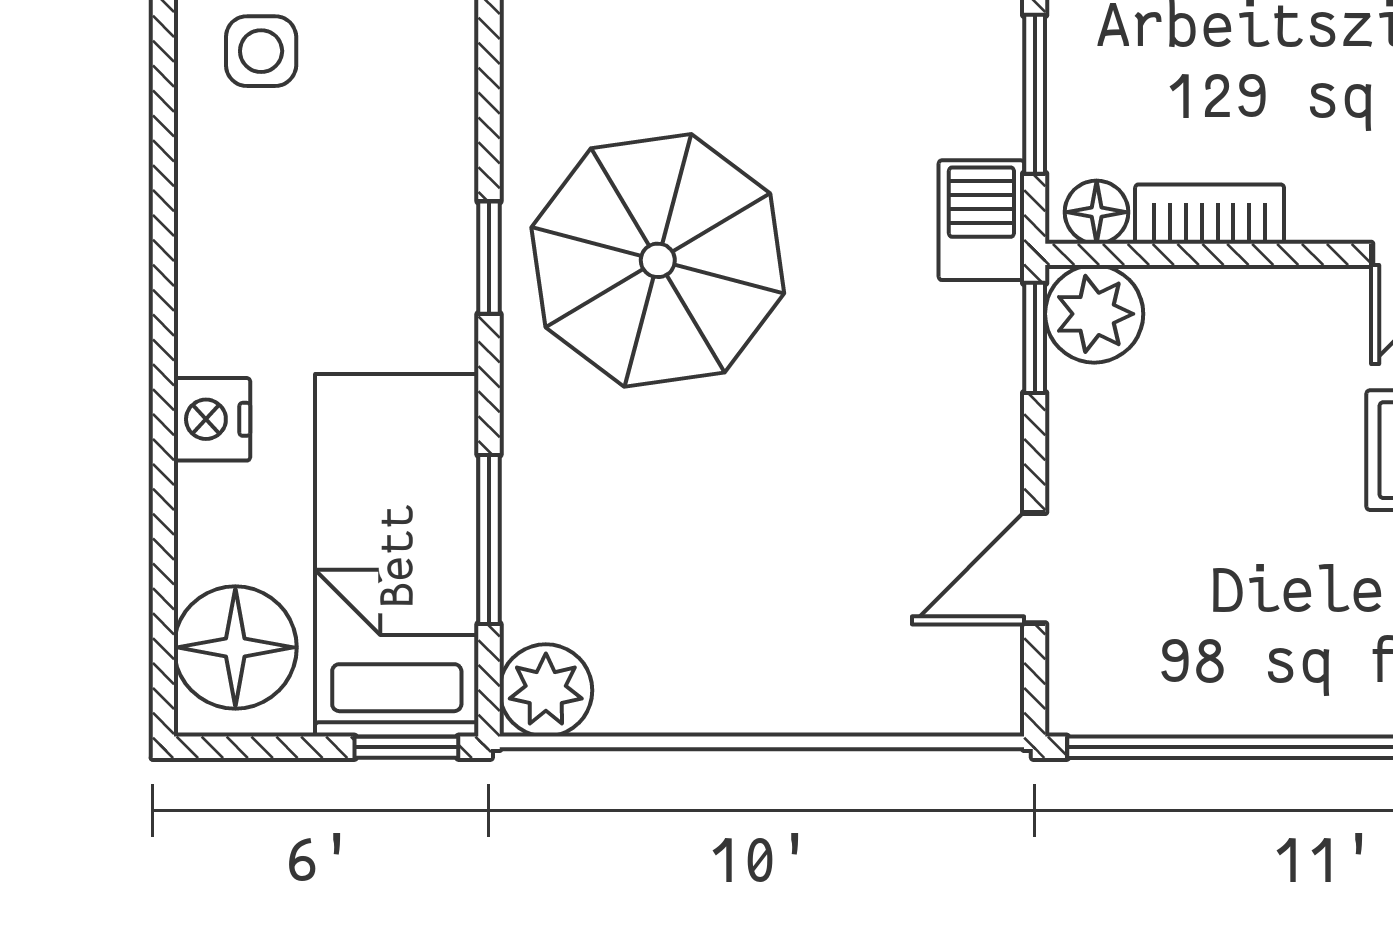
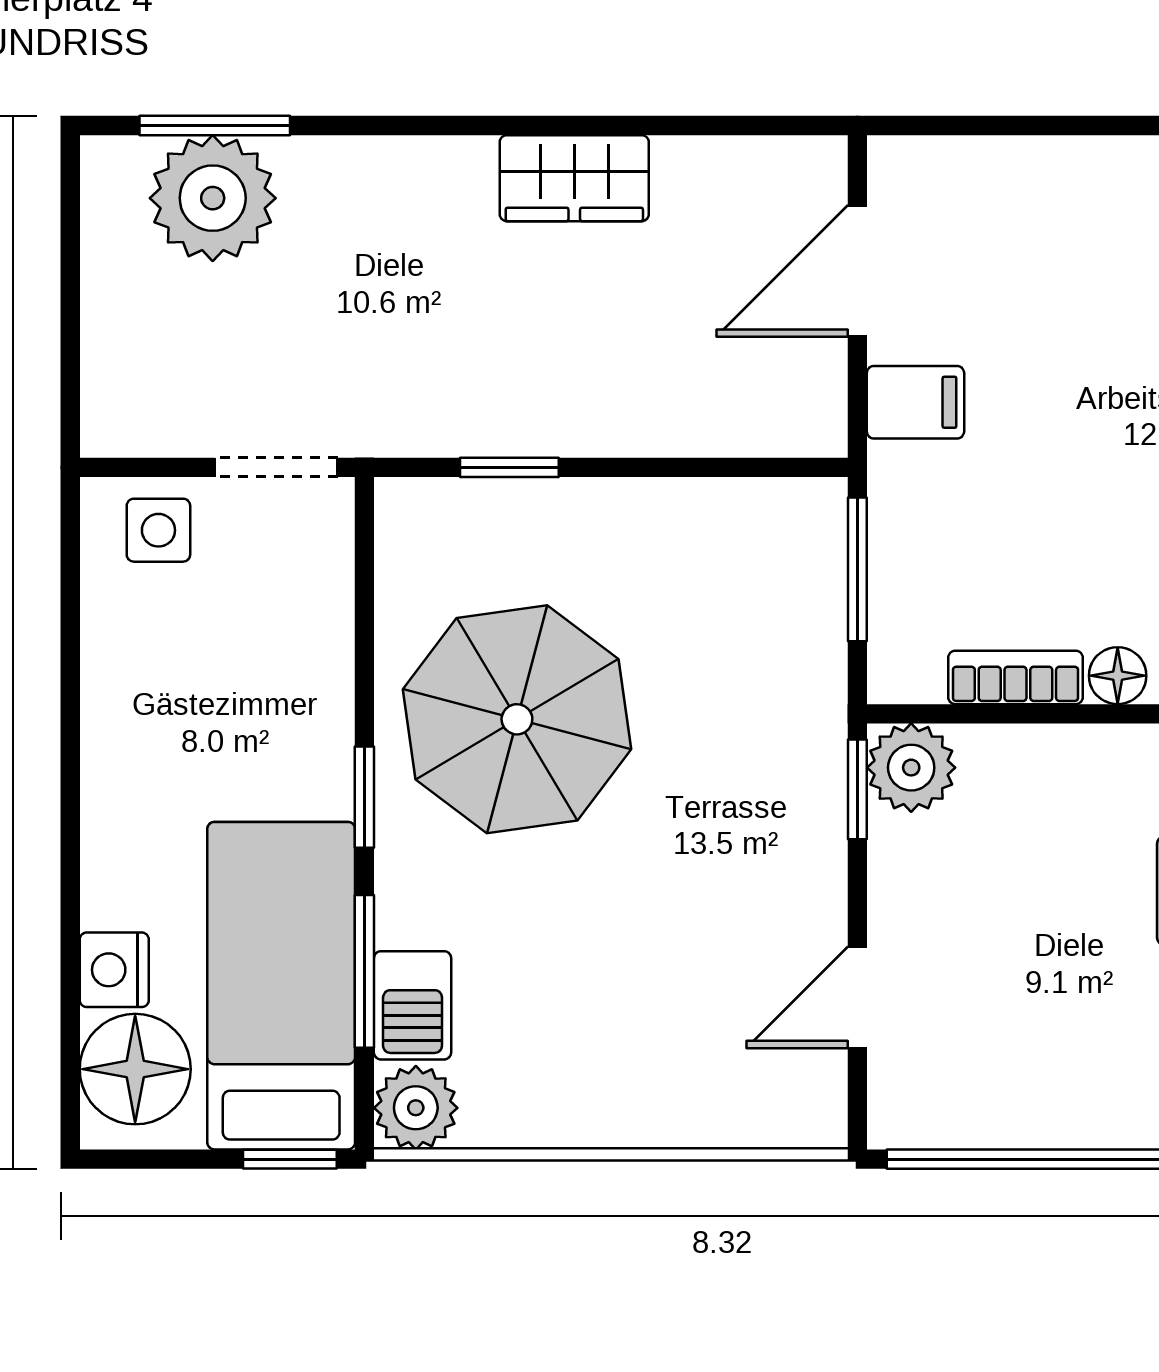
floor lamp: (1097, 212) -> (1118, 676), moved
barbecue: (981, 220) -> (413, 1005), moved, turned 180
window: (489, 258) -> (364, 797), moved
nightstand: (212, 419) -> (114, 970), moved

